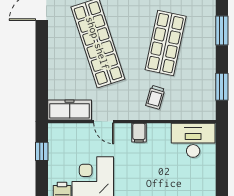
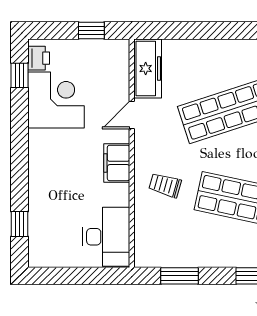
filing cabinet: (139, 133) -> (117, 163), width x2.00

